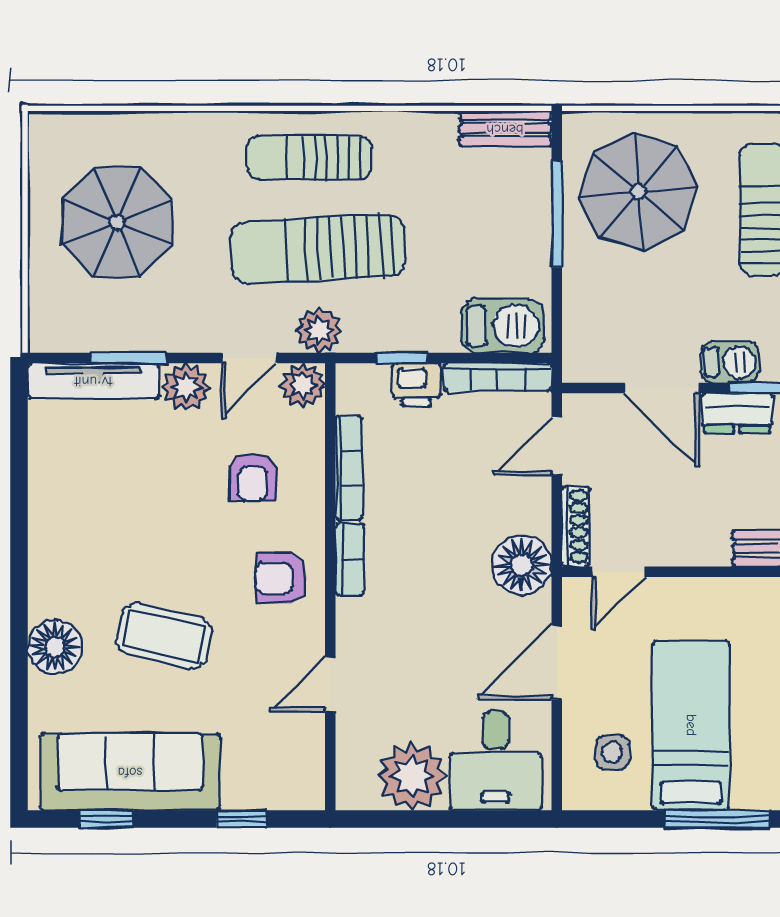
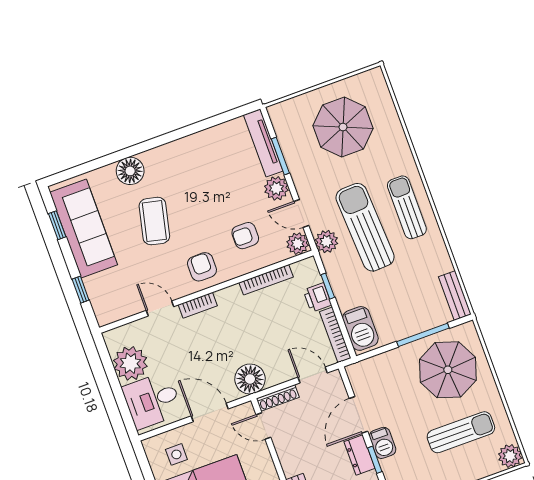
bookcase: (350, 560) -> (198, 305), moved

